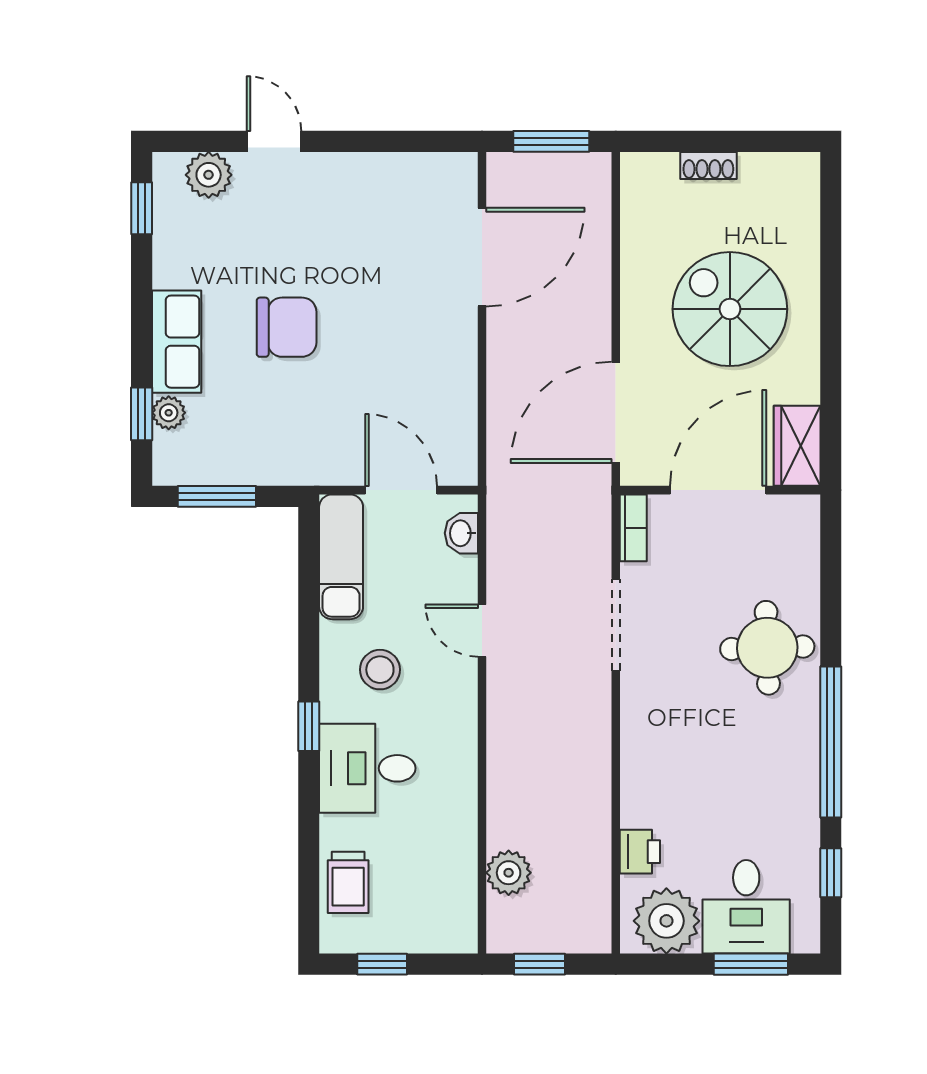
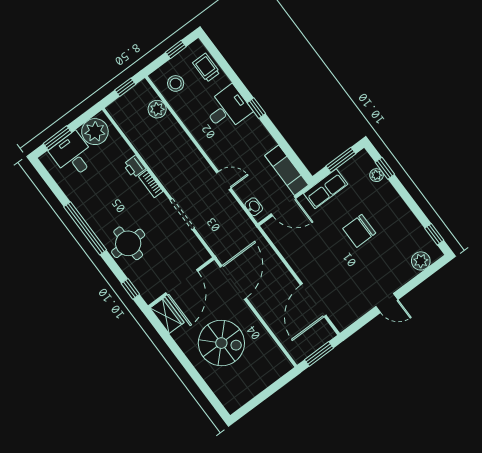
door: (274, 141) -> (387, 303), moved
shoe rack: (708, 165) -> (263, 384), removed
row of seats: (177, 342) -> (326, 189), moved, turned -90
bookcase: (633, 528) -> (151, 184), moved
stool: (380, 670) -> (176, 83), moved
printer: (640, 852) -> (134, 167), moved
window: (831, 873) -> (130, 289), moved

